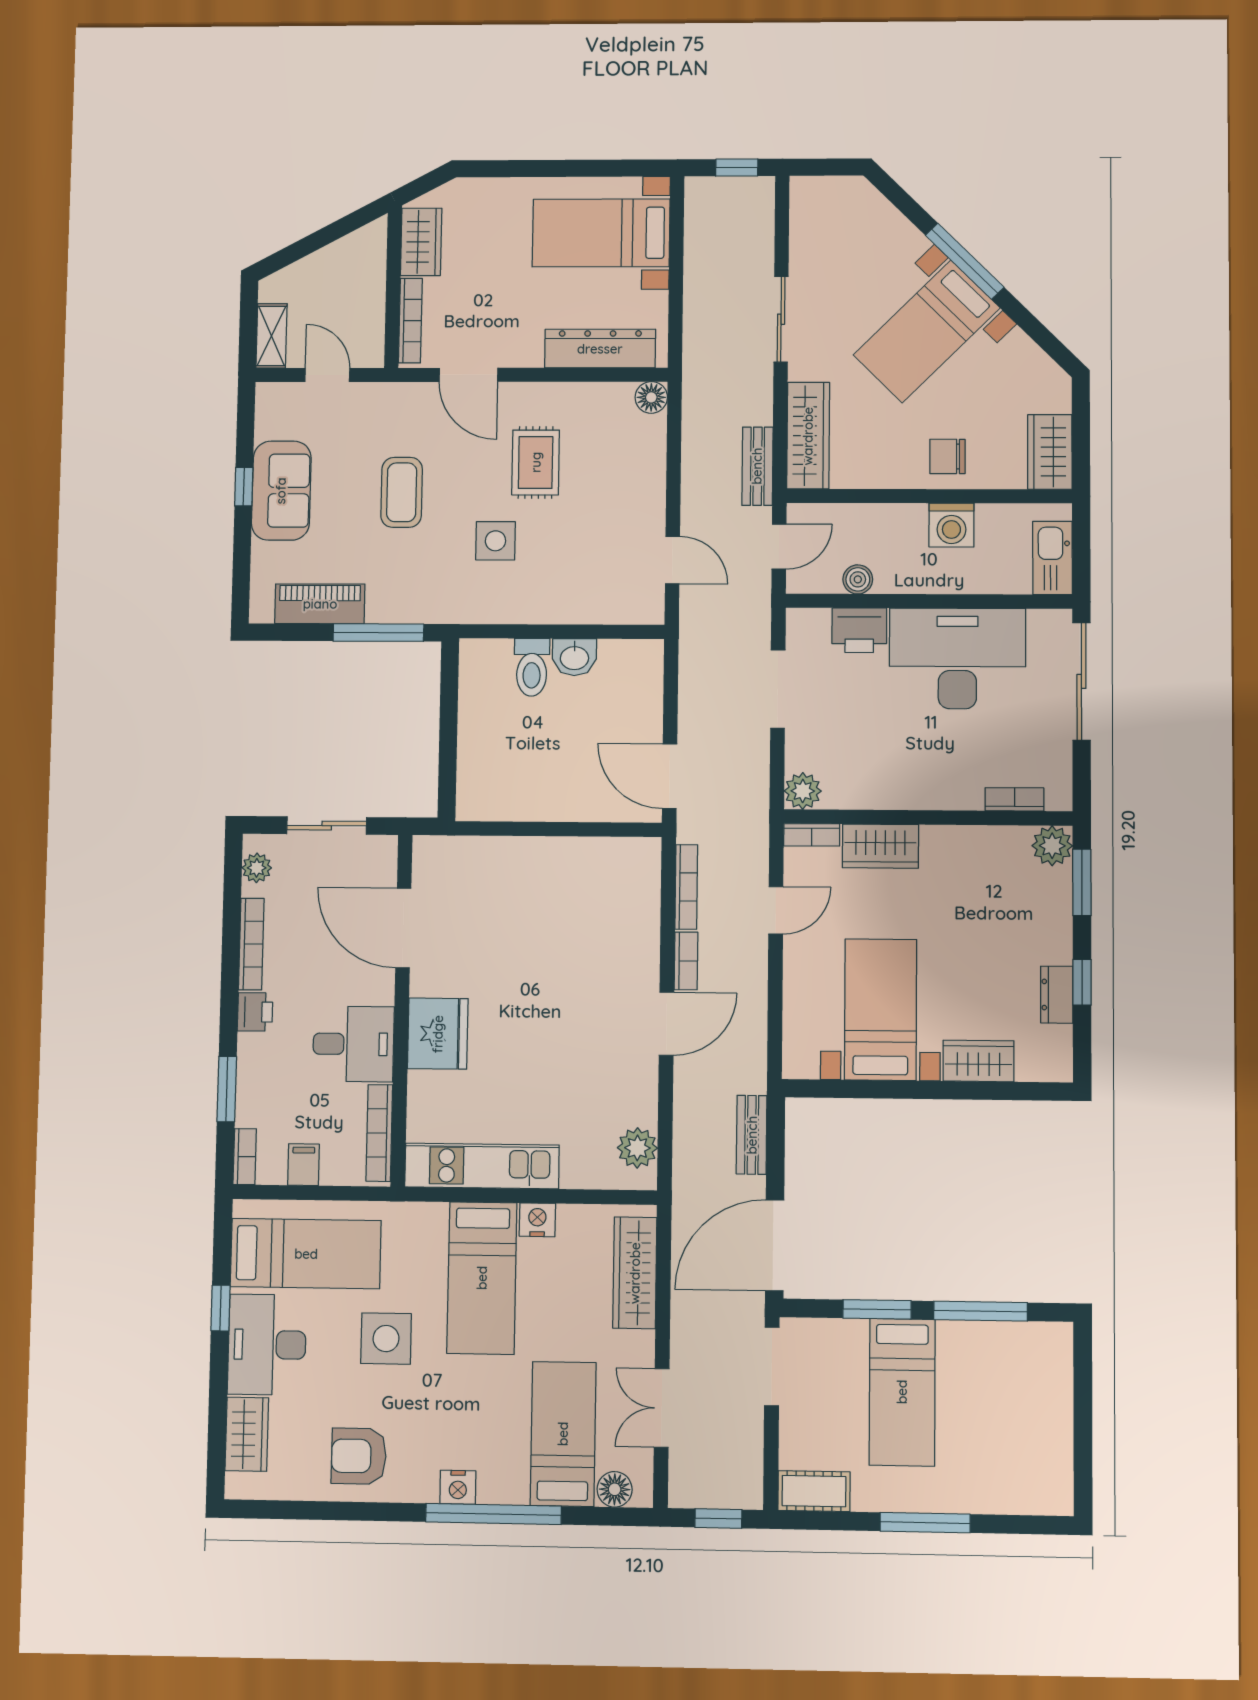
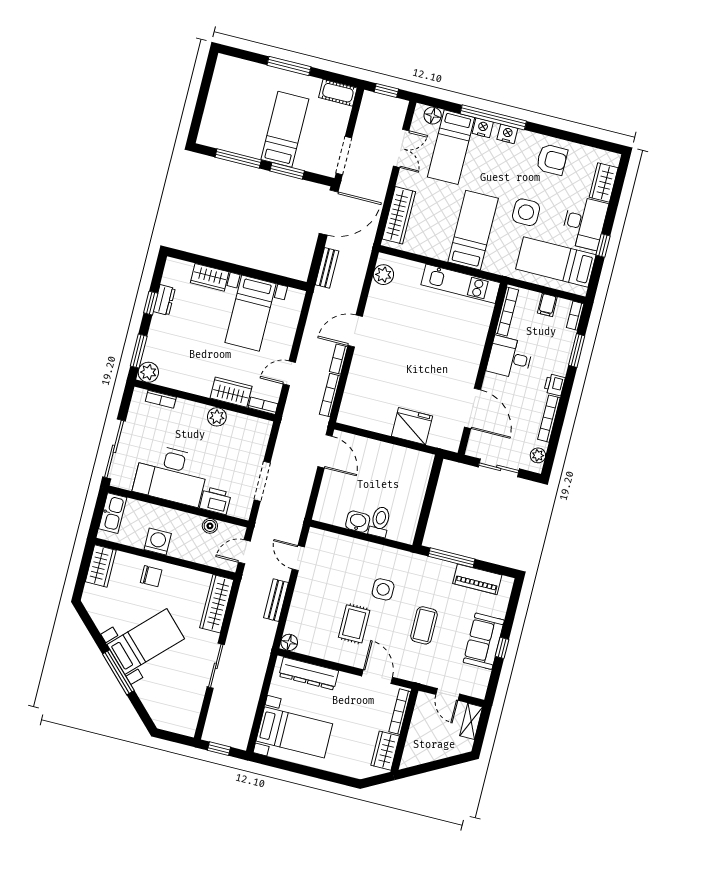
bench: (757, 466) -> (276, 600), moved
plant: (803, 791) -> (217, 417), moved
fridge: (438, 1034) -> (412, 426), moved, turned 90
nightstand: (537, 1220) -> (483, 128), moved, turned 180

